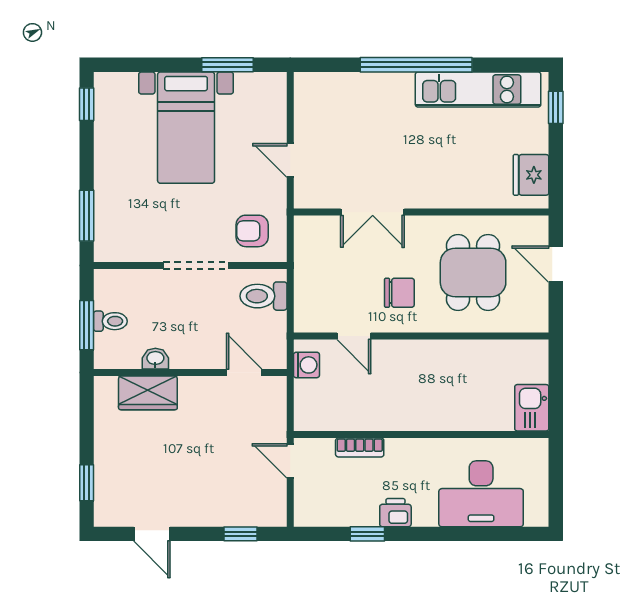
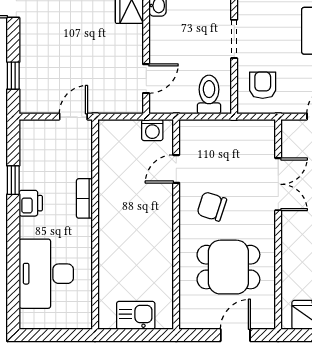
double door: (373, 212) -> (278, 184), swing flipped
doorway: (196, 266) -> (234, 39), width x0.73
chair: (399, 293) -> (212, 206), turned 108
kitchen sink: (532, 408) -> (136, 315), moved
bookcase: (360, 447) -> (84, 198), moved

